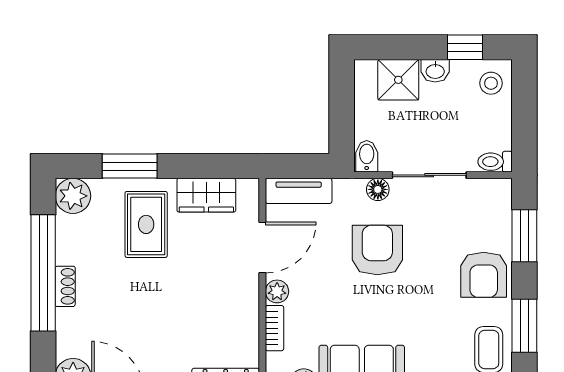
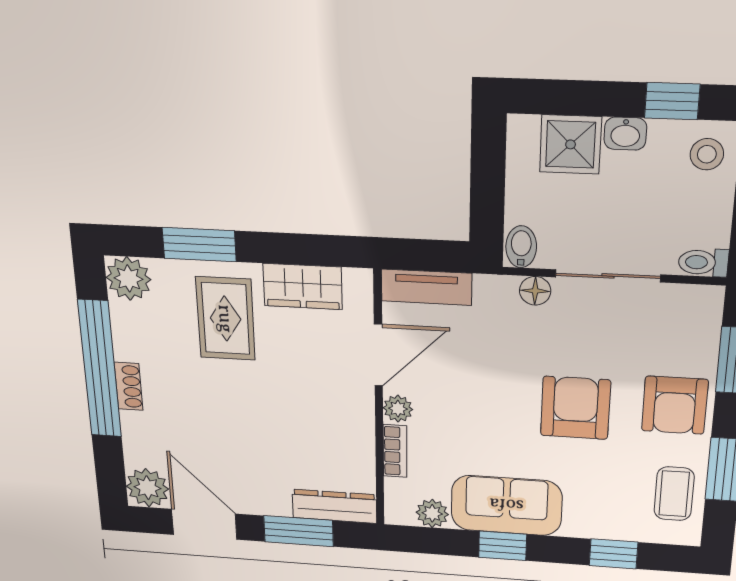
armchair: (377, 250) -> (575, 408), moved

